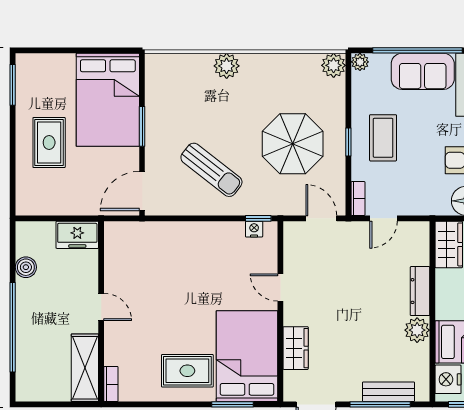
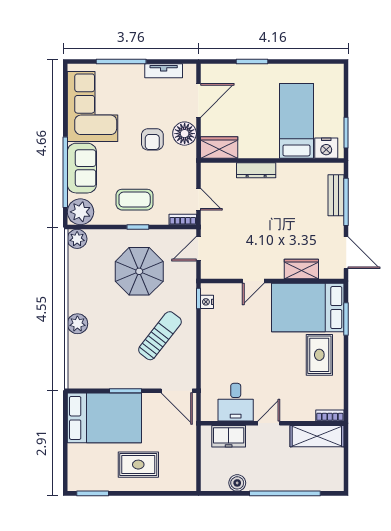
plant: (360, 62) -> (80, 212), width x1.88, depth x1.88
freezer: (77, 235) -> (229, 436), moved, turned 90
desk: (128, 265) -> (236, 402), added
plant: (417, 330) -> (287, 173), removed

